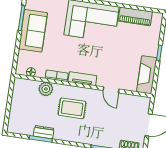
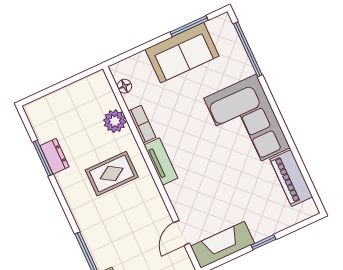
door: (111, 90) -> (182, 233), moved
rug: (72, 108) -> (112, 174), turned 90

